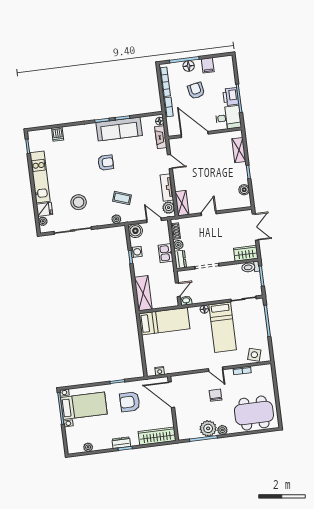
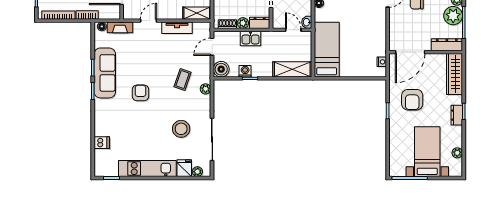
plant: (169, 208) -> (200, 29), removed
bed with nightstands: (84, 406) -> (427, 152), moved
dresser: (182, 426) -> (447, 45), added

